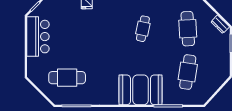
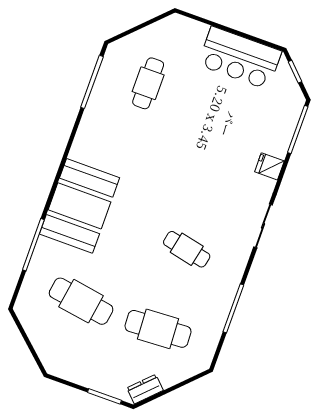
cafe table: (67, 78) -> (148, 83), width x0.73, depth x0.74

